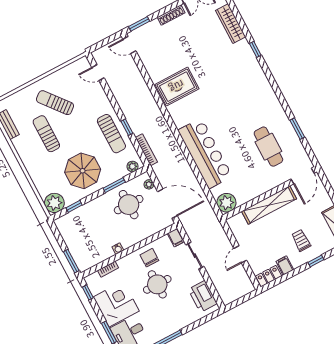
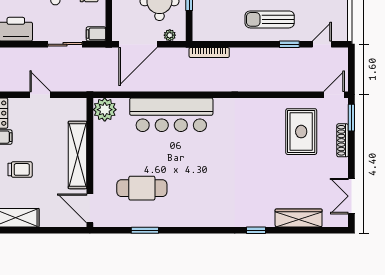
shoe rack: (171, 15) -> (343, 140), moved
rug: (177, 87) -> (301, 132), moved
window: (127, 127) -> (289, 44), moved
sun lounger: (111, 134) -> (270, 19), moved
plant: (133, 166) -> (199, 28), removed

